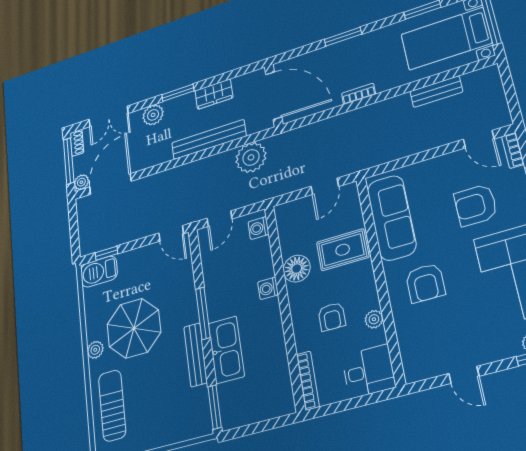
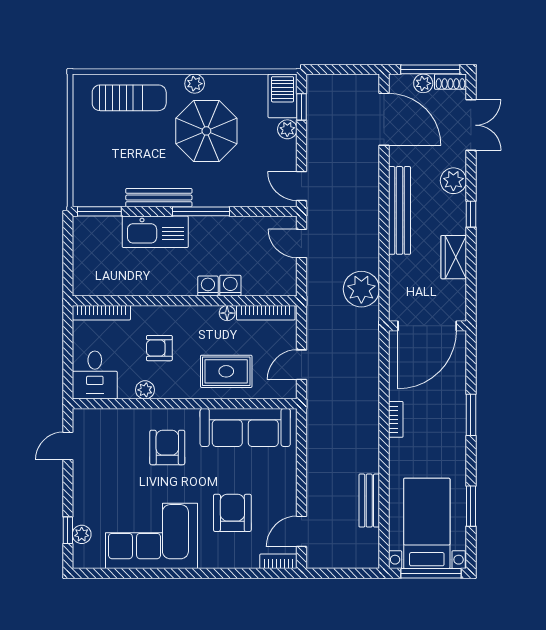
window: (178, 93) -> (471, 214), width x0.67
double door: (109, 116) -> (471, 125), swing flipped
bench: (209, 139) -> (399, 210), moved
plant: (81, 182) -> (423, 83), moved
door: (325, 186) -> (301, 365), hinge flipped
washing machine: (258, 228) -> (230, 286), moved
bookcase: (284, 231) -> (266, 313), added
door: (171, 233) -> (301, 186), hinge flipped
rug: (343, 250) -> (226, 371), turned 90
plant: (126, 259) -> (287, 129), added
floor lamp: (297, 269) -> (227, 313), width x0.53, depth x0.53
armchair: (425, 283) -> (167, 447), turned 90
door: (464, 375) -> (68, 446), moved

